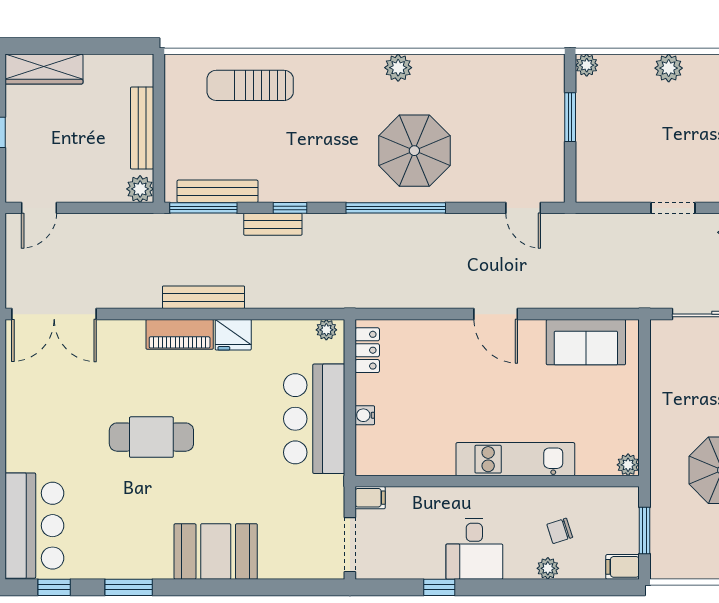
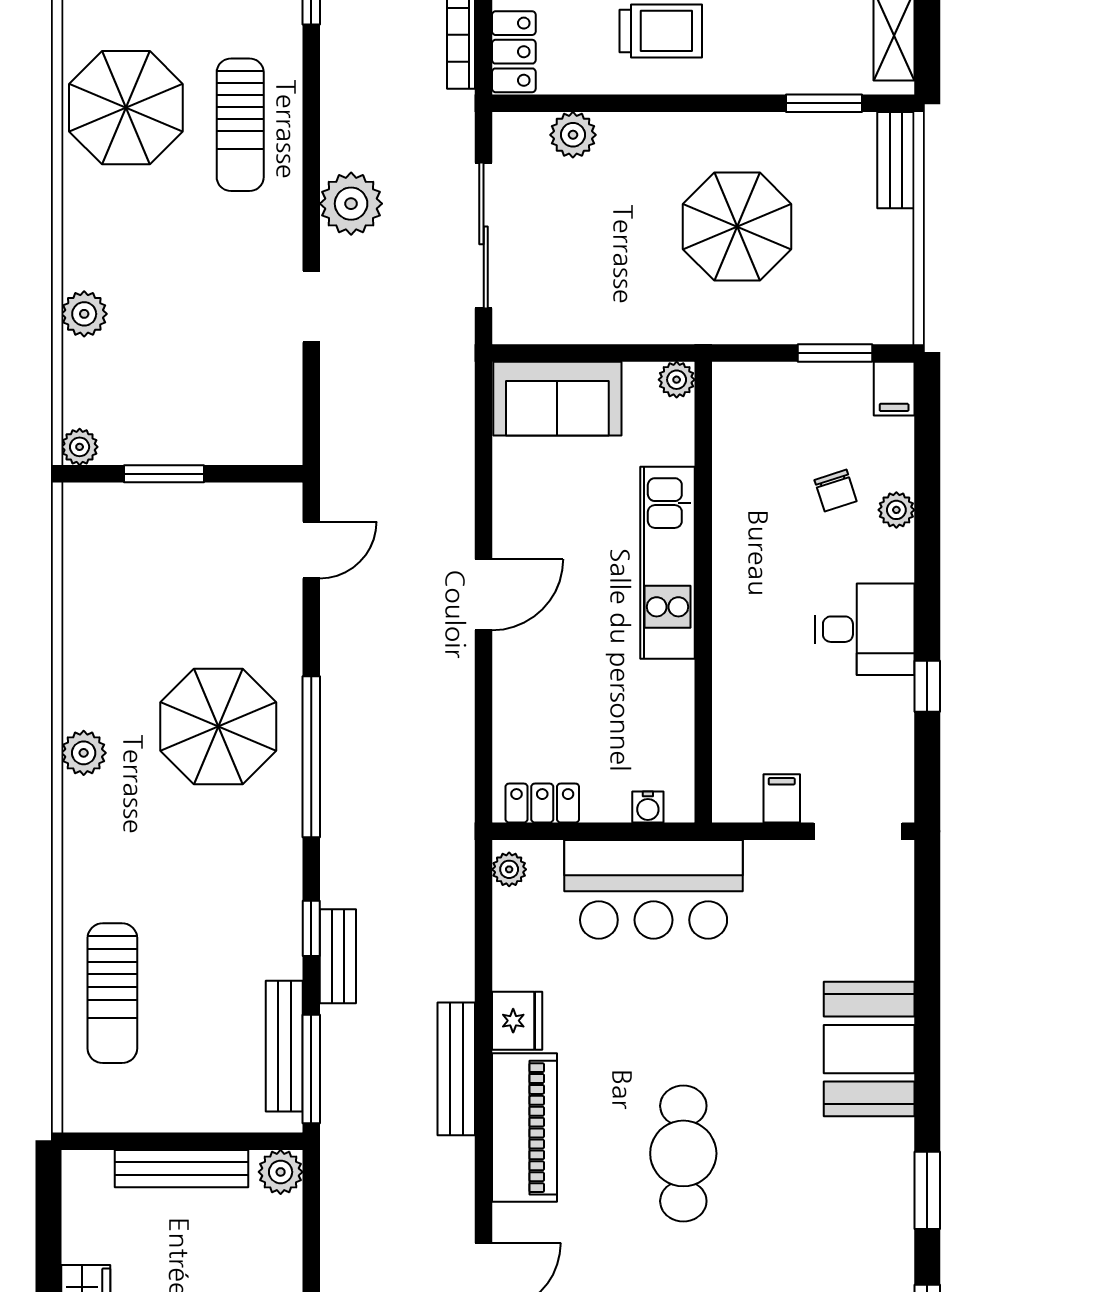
piano: (180, 334) -> (524, 1128), width x1.37, depth x1.33
sofa: (586, 342) -> (557, 399), moved, turned 90
kitchen unit: (515, 459) -> (668, 563), moved
plant: (628, 465) -> (677, 380), moved
wall: (497, 481) -> (703, 592), moved

